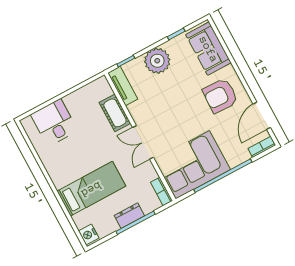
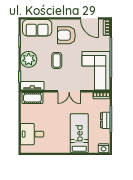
armchair: (220, 96) -> (66, 35), turned 88
coffee table: (177, 101) -> (57, 60), added
cot: (115, 113) -> (32, 98), moved

